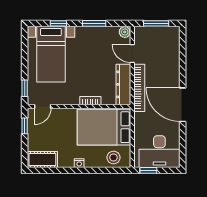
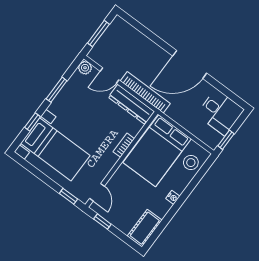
desk: (159, 152) -> (220, 112), width x0.73

